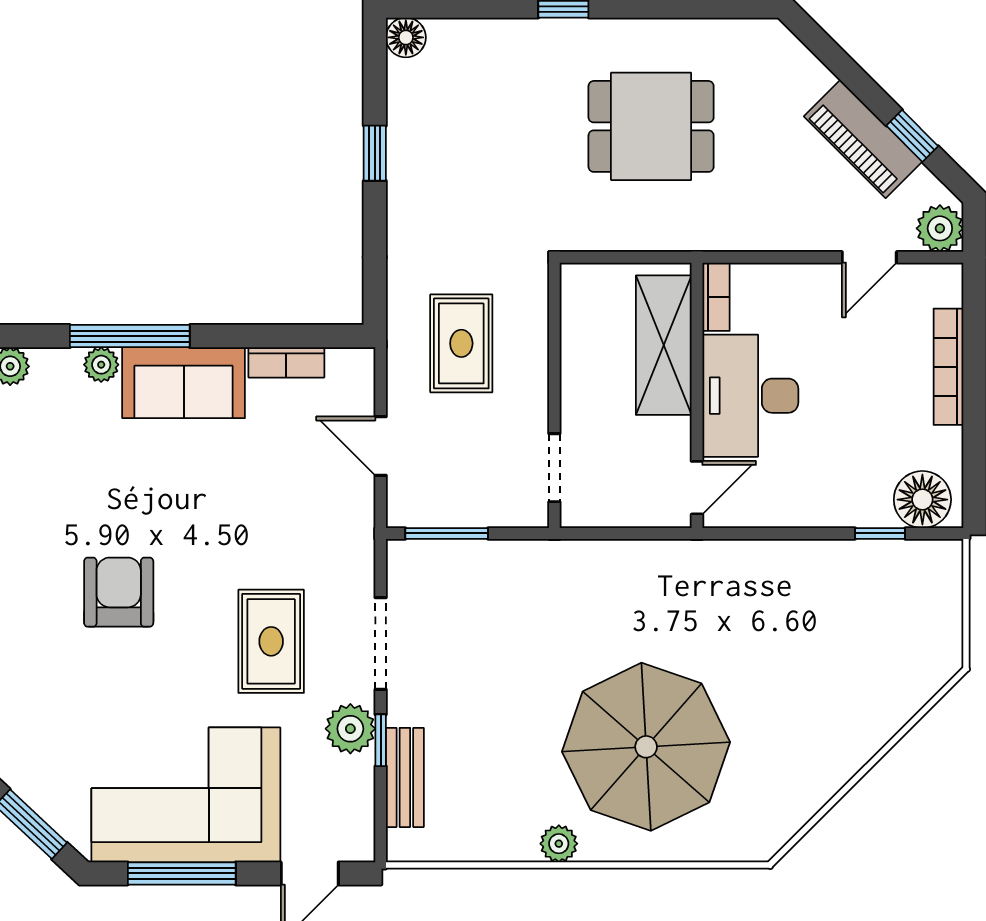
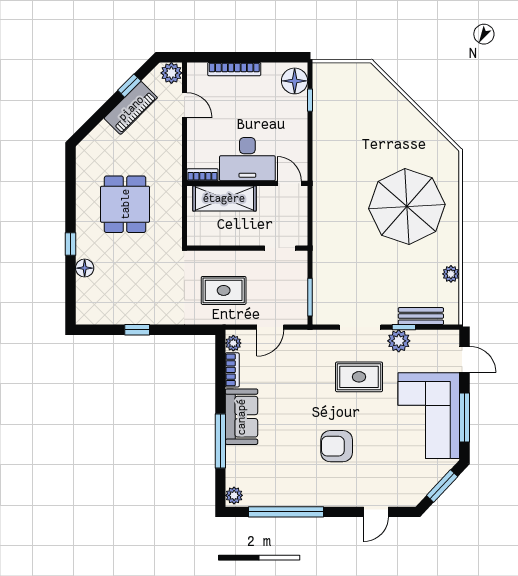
floor lamp: (406, 37) -> (85, 268), moved
plant: (101, 365) -> (233, 343), moved
plant: (559, 844) -> (451, 274), moved

